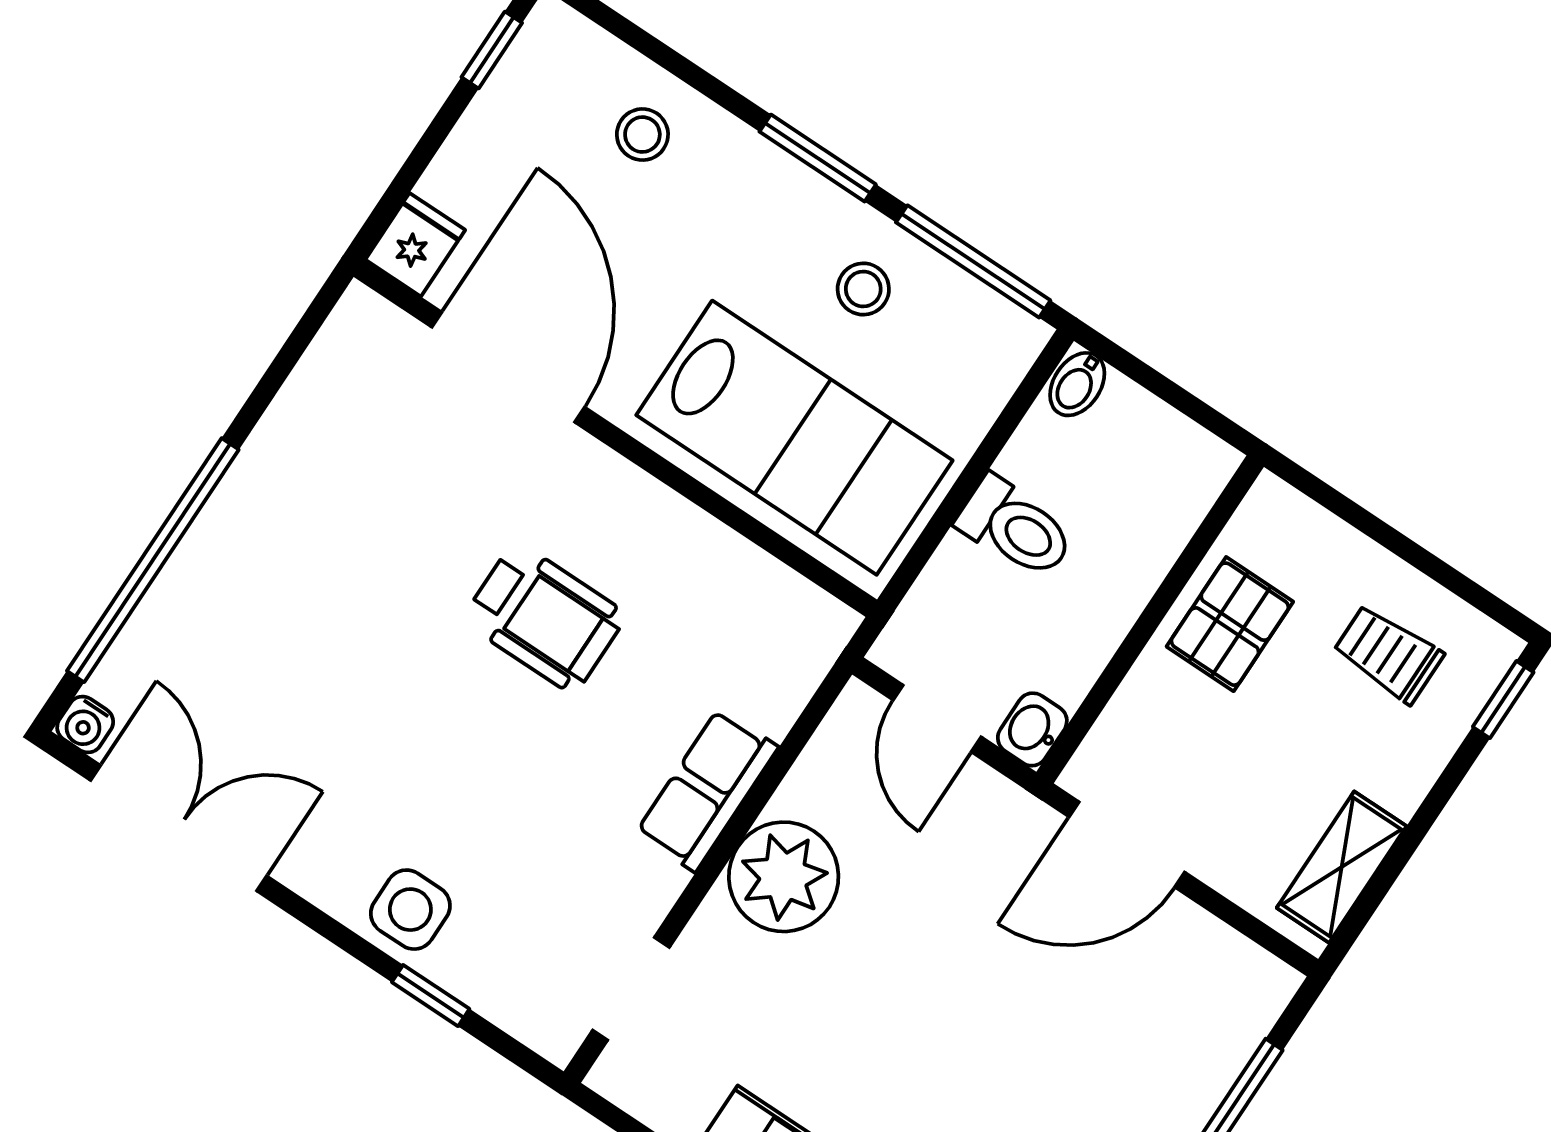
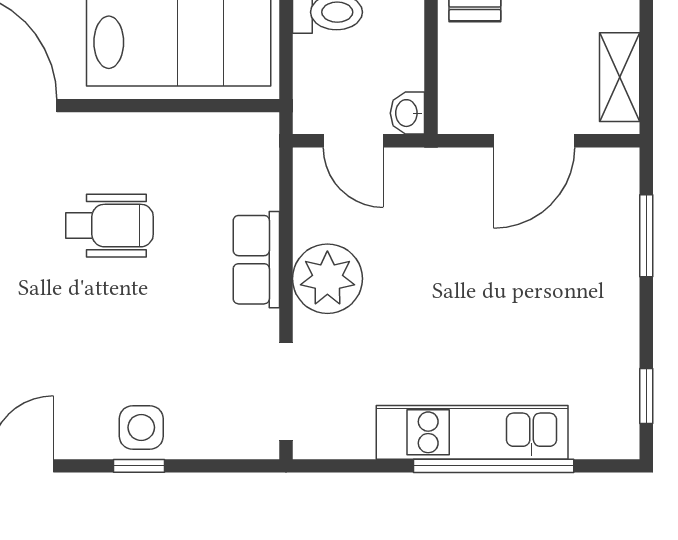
door: (1127, 845) -> (534, 141), moved
doorway: (631, 989) -> (286, 392), width x1.38
window: (431, 996) -> (139, 466), moved

